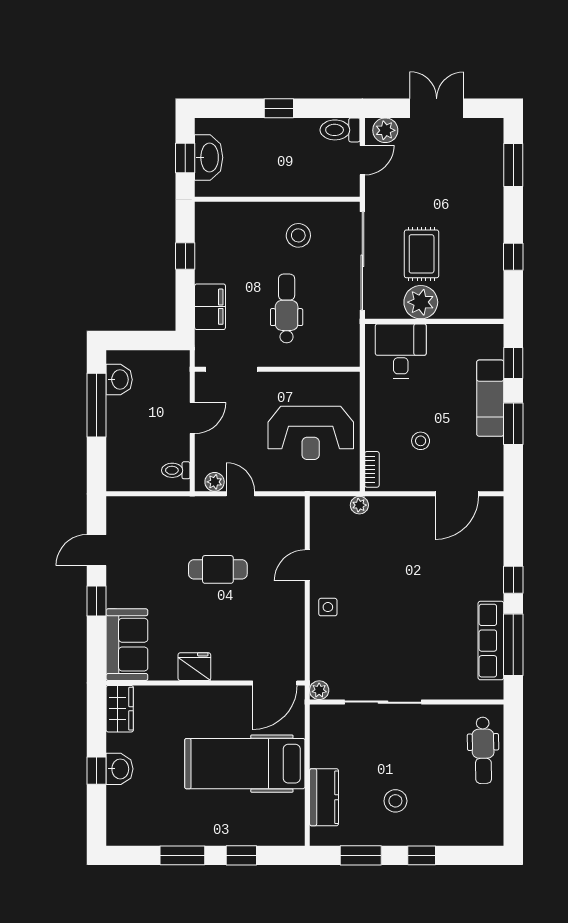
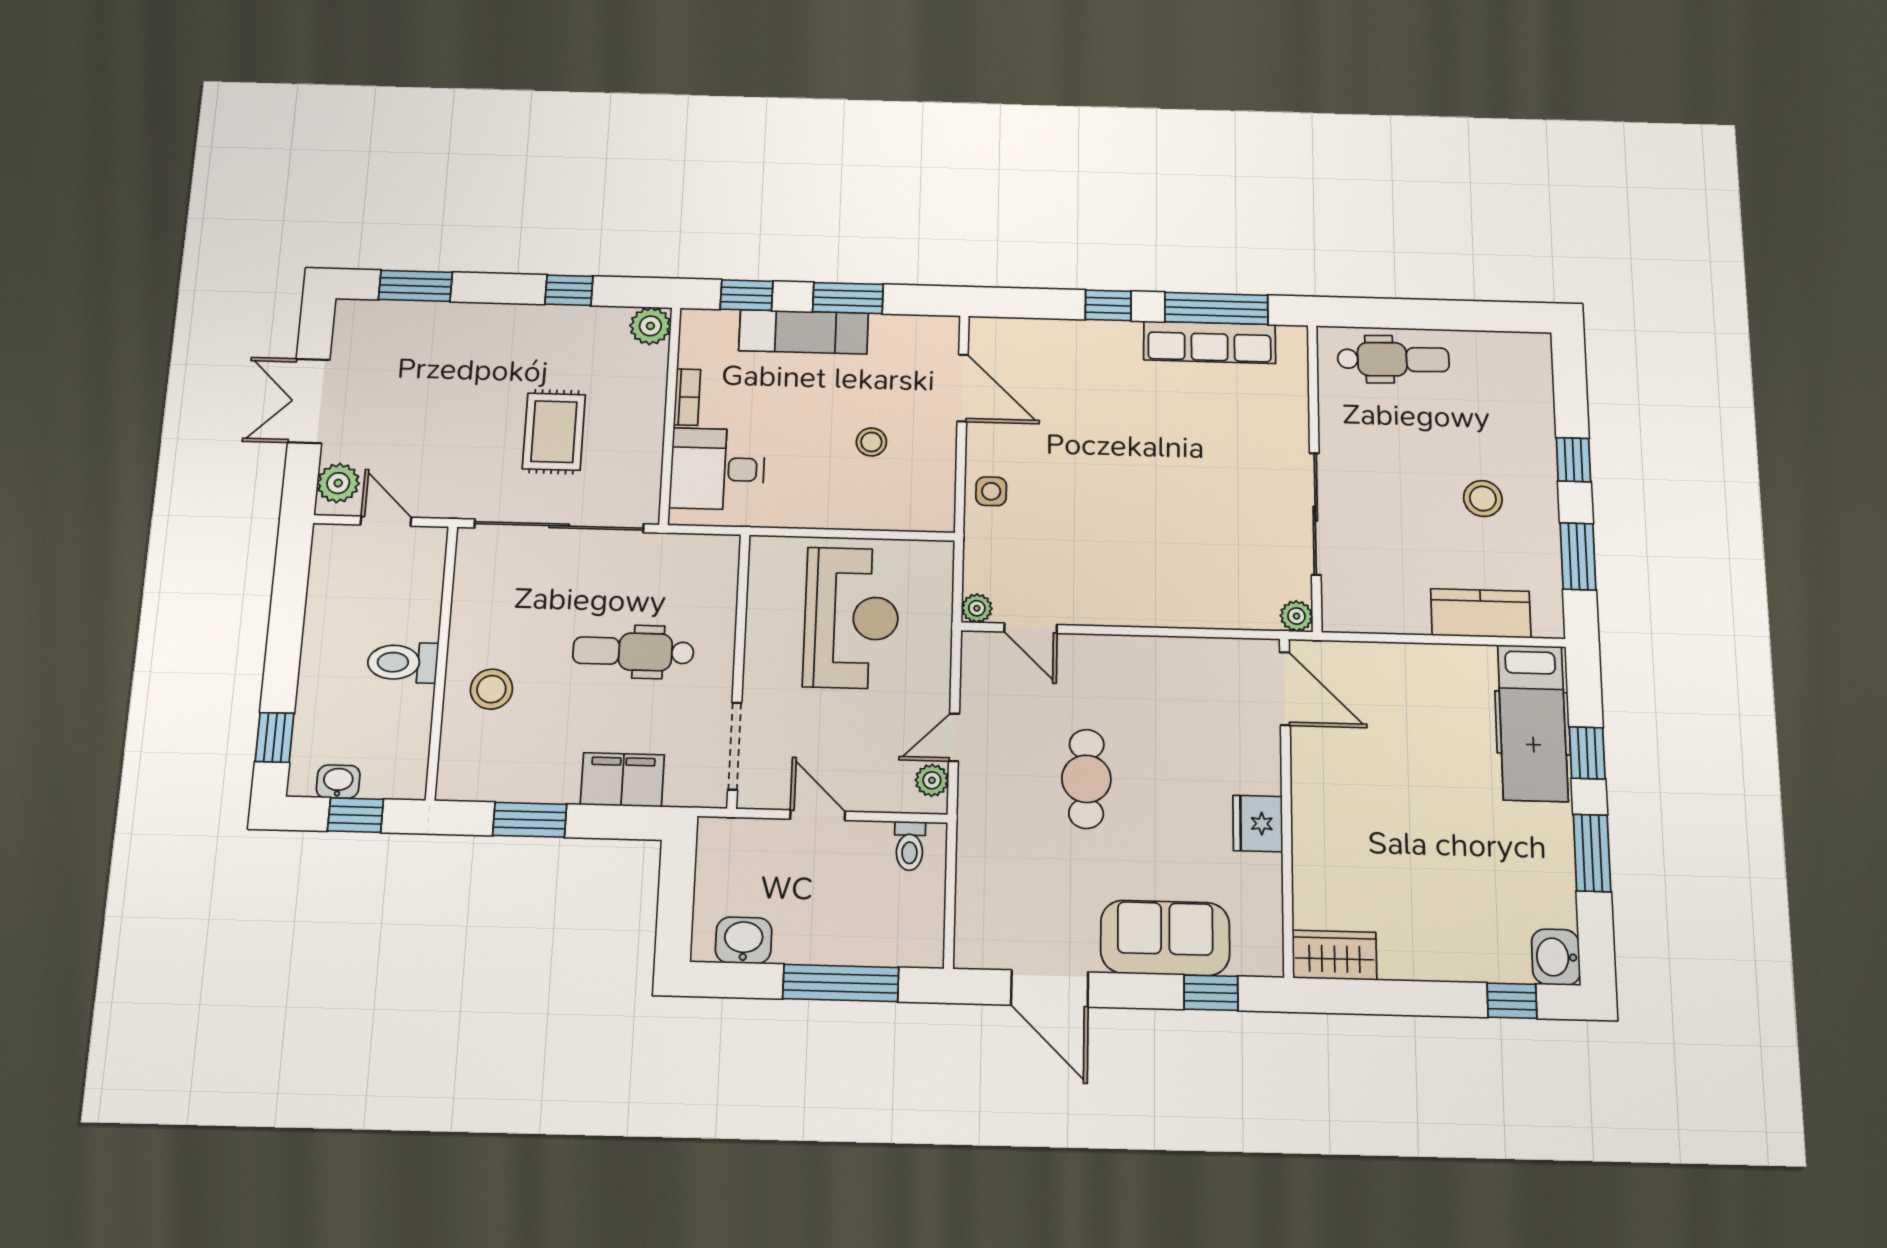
window: (279, 108) -> (275, 737), moved
toilet: (340, 130) -> (403, 662), moved, turned 90
washbasin: (209, 157) -> (338, 782), width x0.52, depth x0.69
stool: (298, 235) -> (491, 689), moved
rug: (422, 254) -> (554, 432), turned 90
window: (185, 256) -> (530, 820), width x1.50
plant: (421, 302) -> (650, 326), moved, width x0.73, depth x0.73
window: (97, 405) -> (841, 983), moved
bookcase: (372, 469) -> (687, 397), moved, turned 90
plant: (359, 505) -> (977, 608), moved
door: (97, 550) -> (1050, 988), width x1.38
door: (307, 565) -> (1031, 628), moved
window: (97, 601) -> (1211, 993), moved
side table: (328, 607) -> (991, 491), moved
sofa: (127, 645) -> (1165, 938), moved
hospital bed: (245, 764) -> (1533, 723), moved, width x0.73, depth x0.78
washbasin: (119, 769) -> (1556, 957), moved, turned -90
window: (97, 771) -> (1512, 1001), moved

